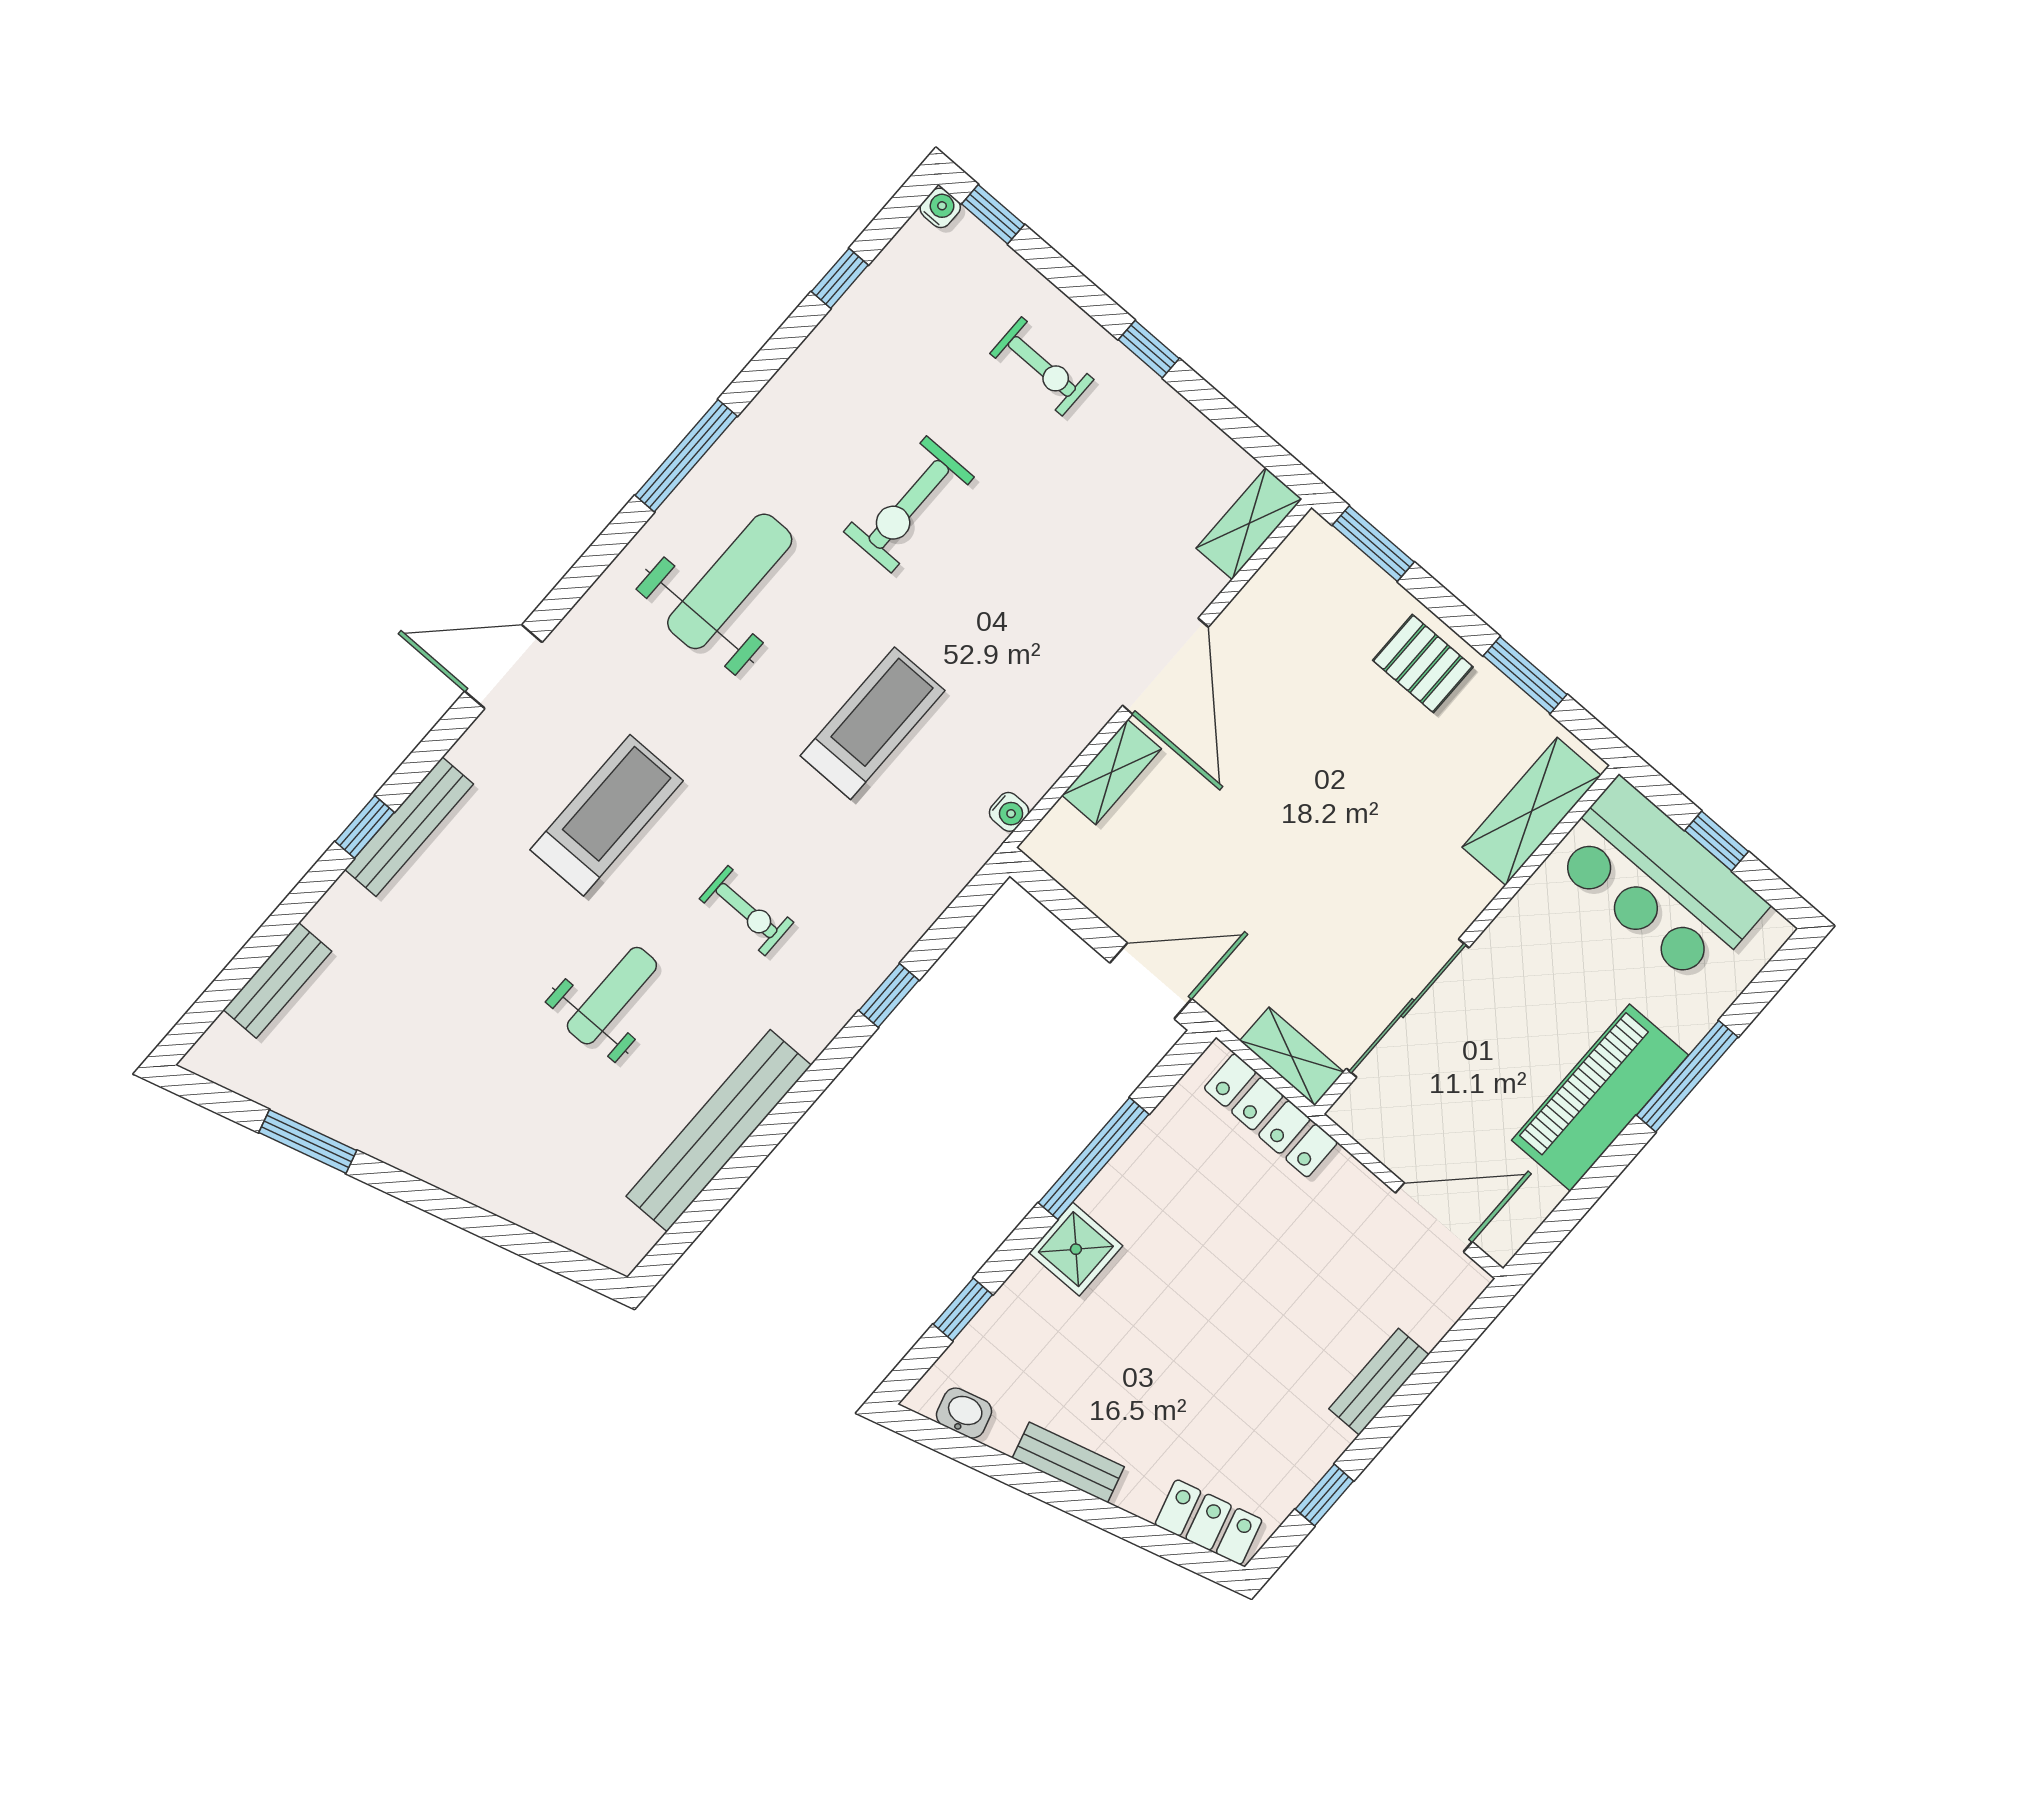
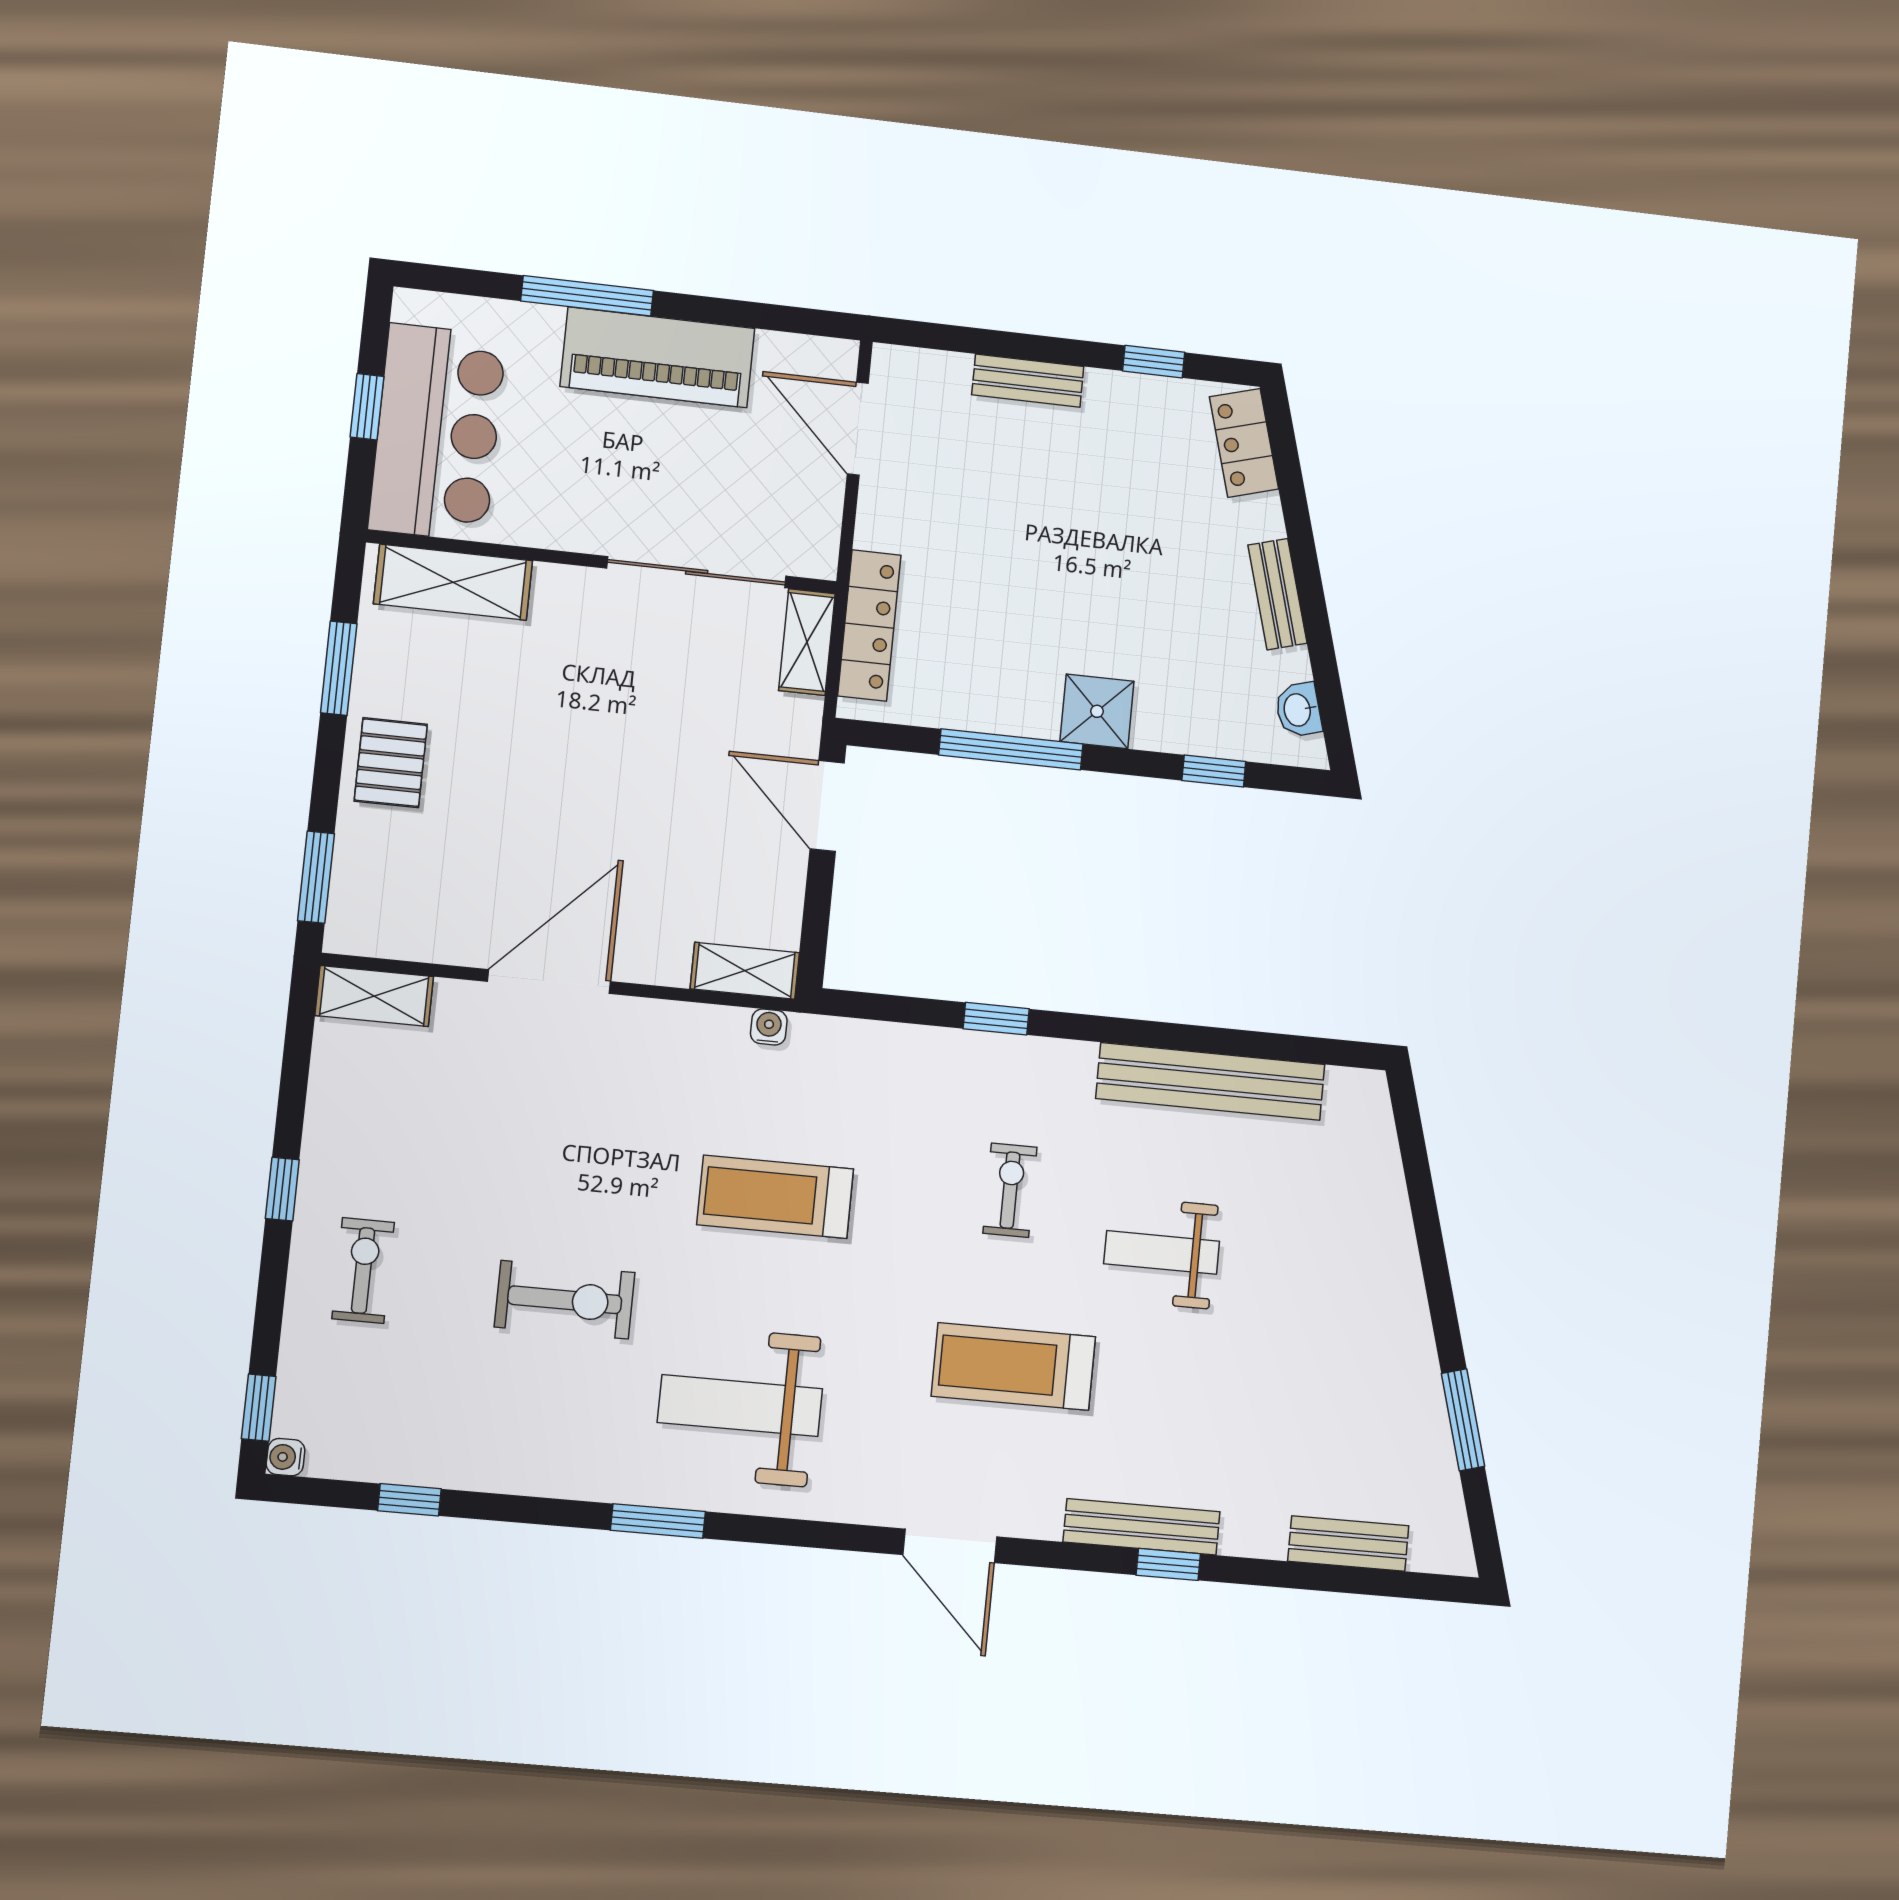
window: (686, 456) -> (658, 1521), width x0.69
shelving: (1112, 772) -> (745, 971), moved

